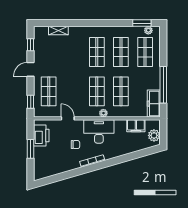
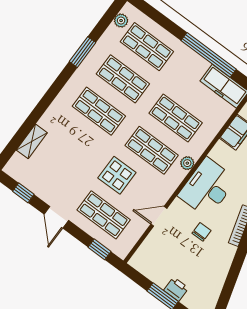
window: (142, 23) -> (83, 52), moved
display table: (72, 84) -> (117, 175), added
printer: (41, 135) -> (176, 289), moved, width x0.53, depth x0.68

